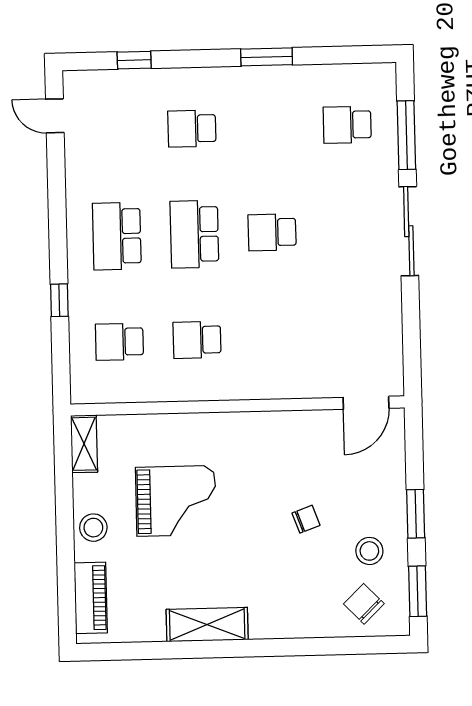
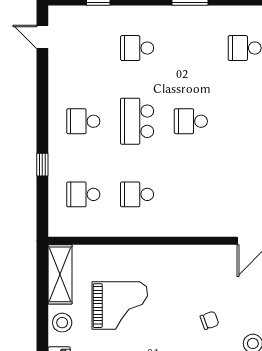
school desk: (117, 236) -> (83, 121), width x0.54
shelving: (84, 444) -> (60, 274), width x1.50, depth x1.33

